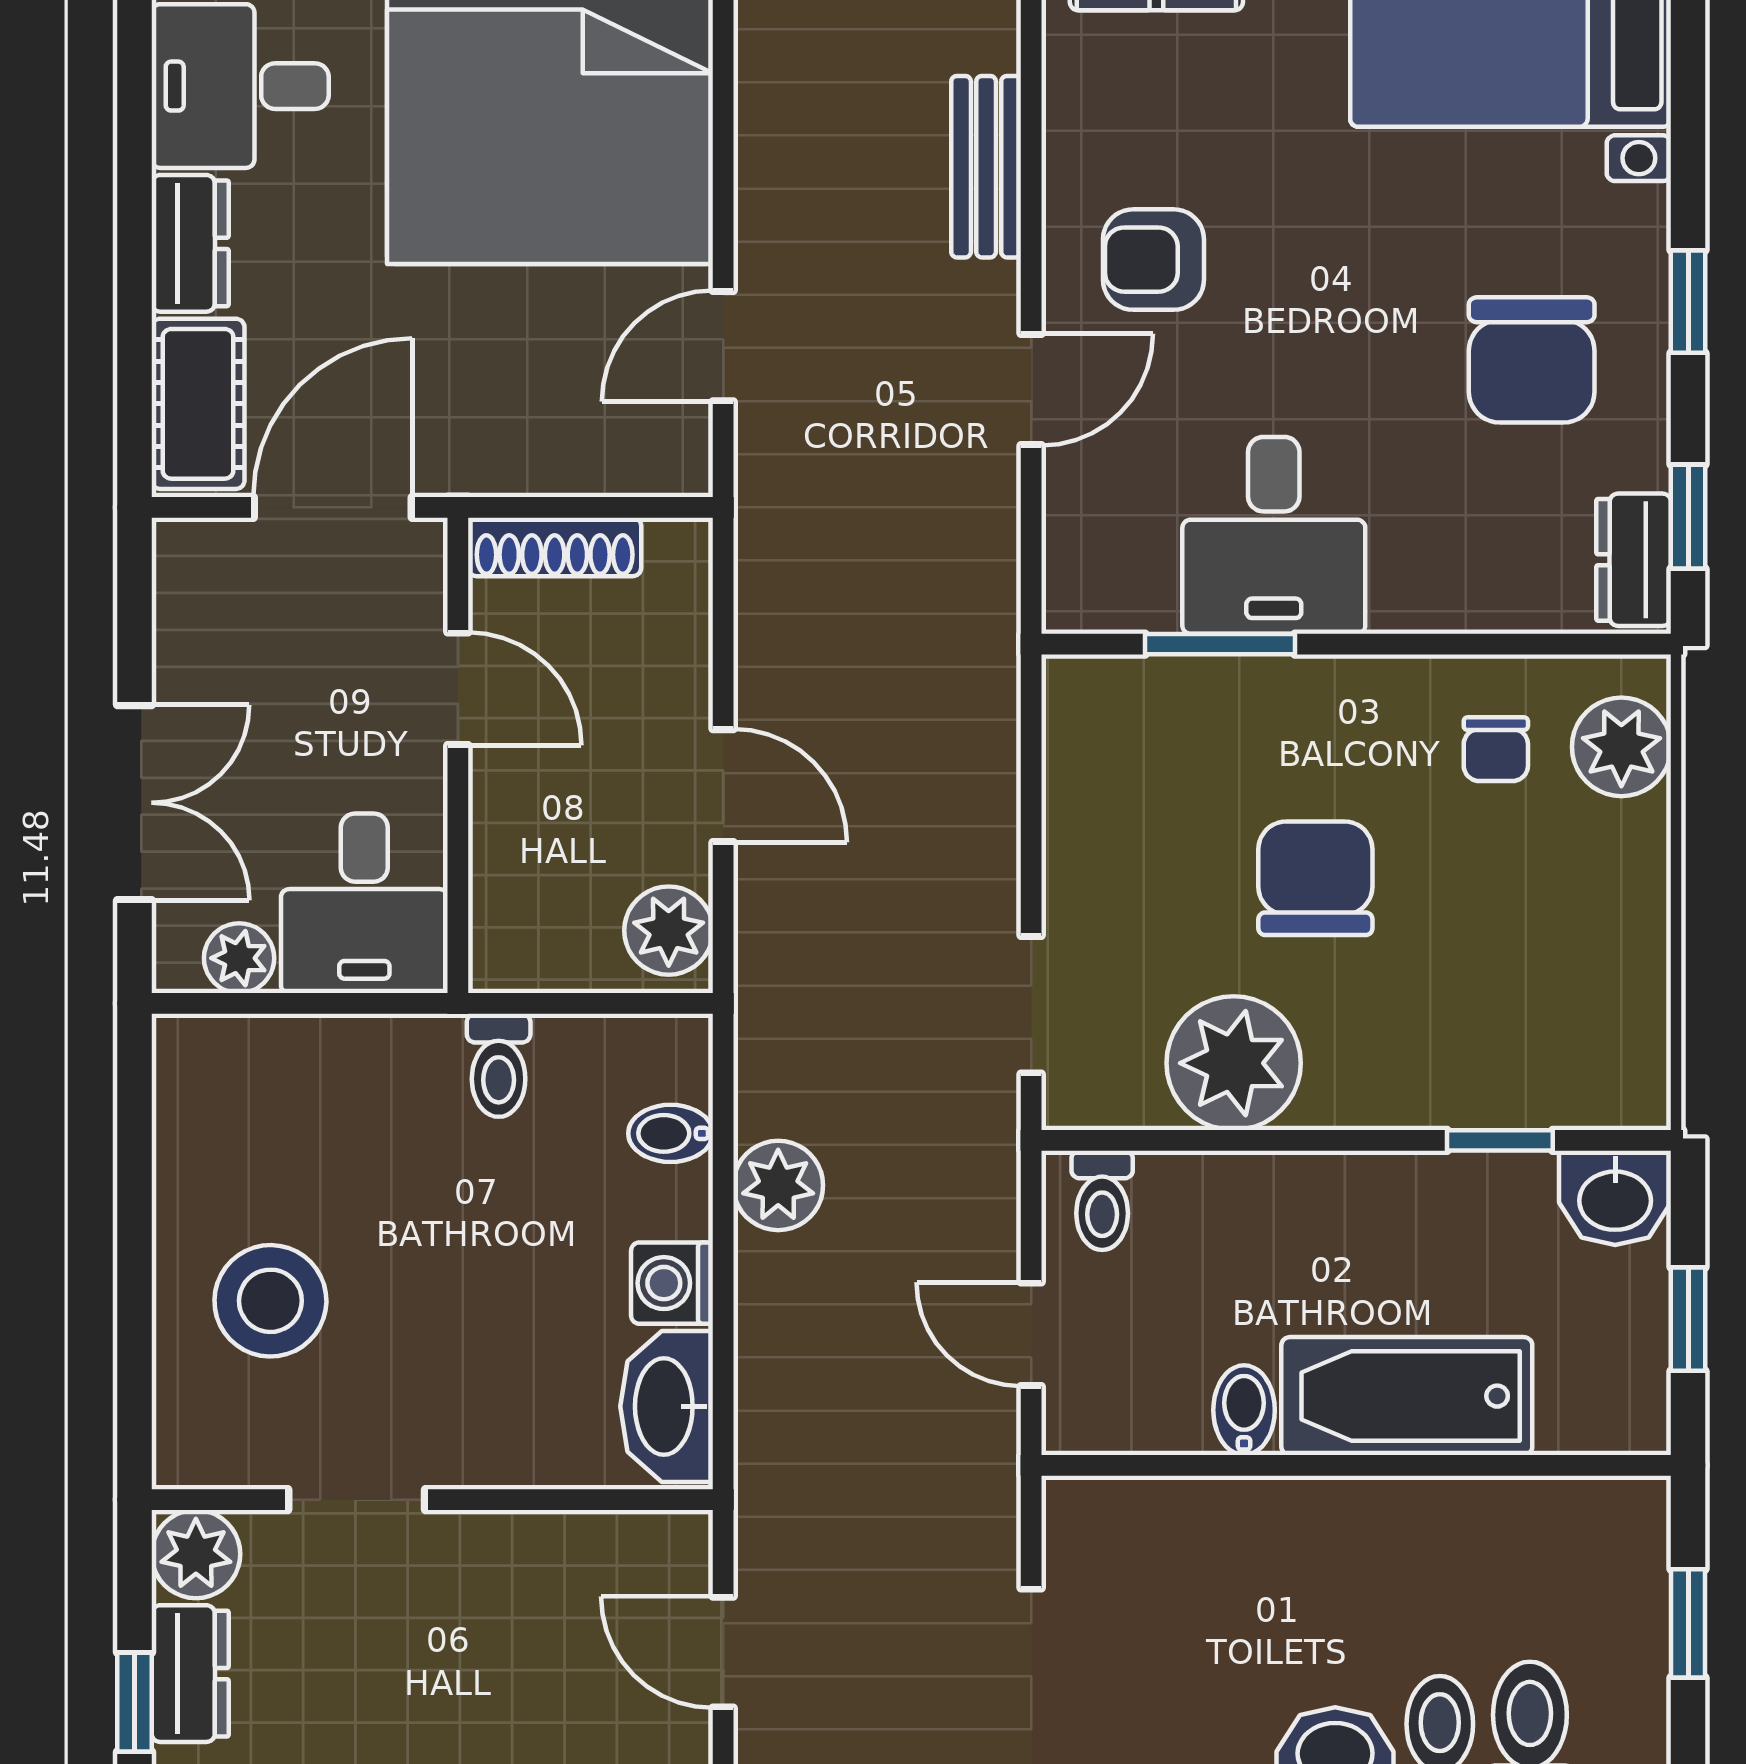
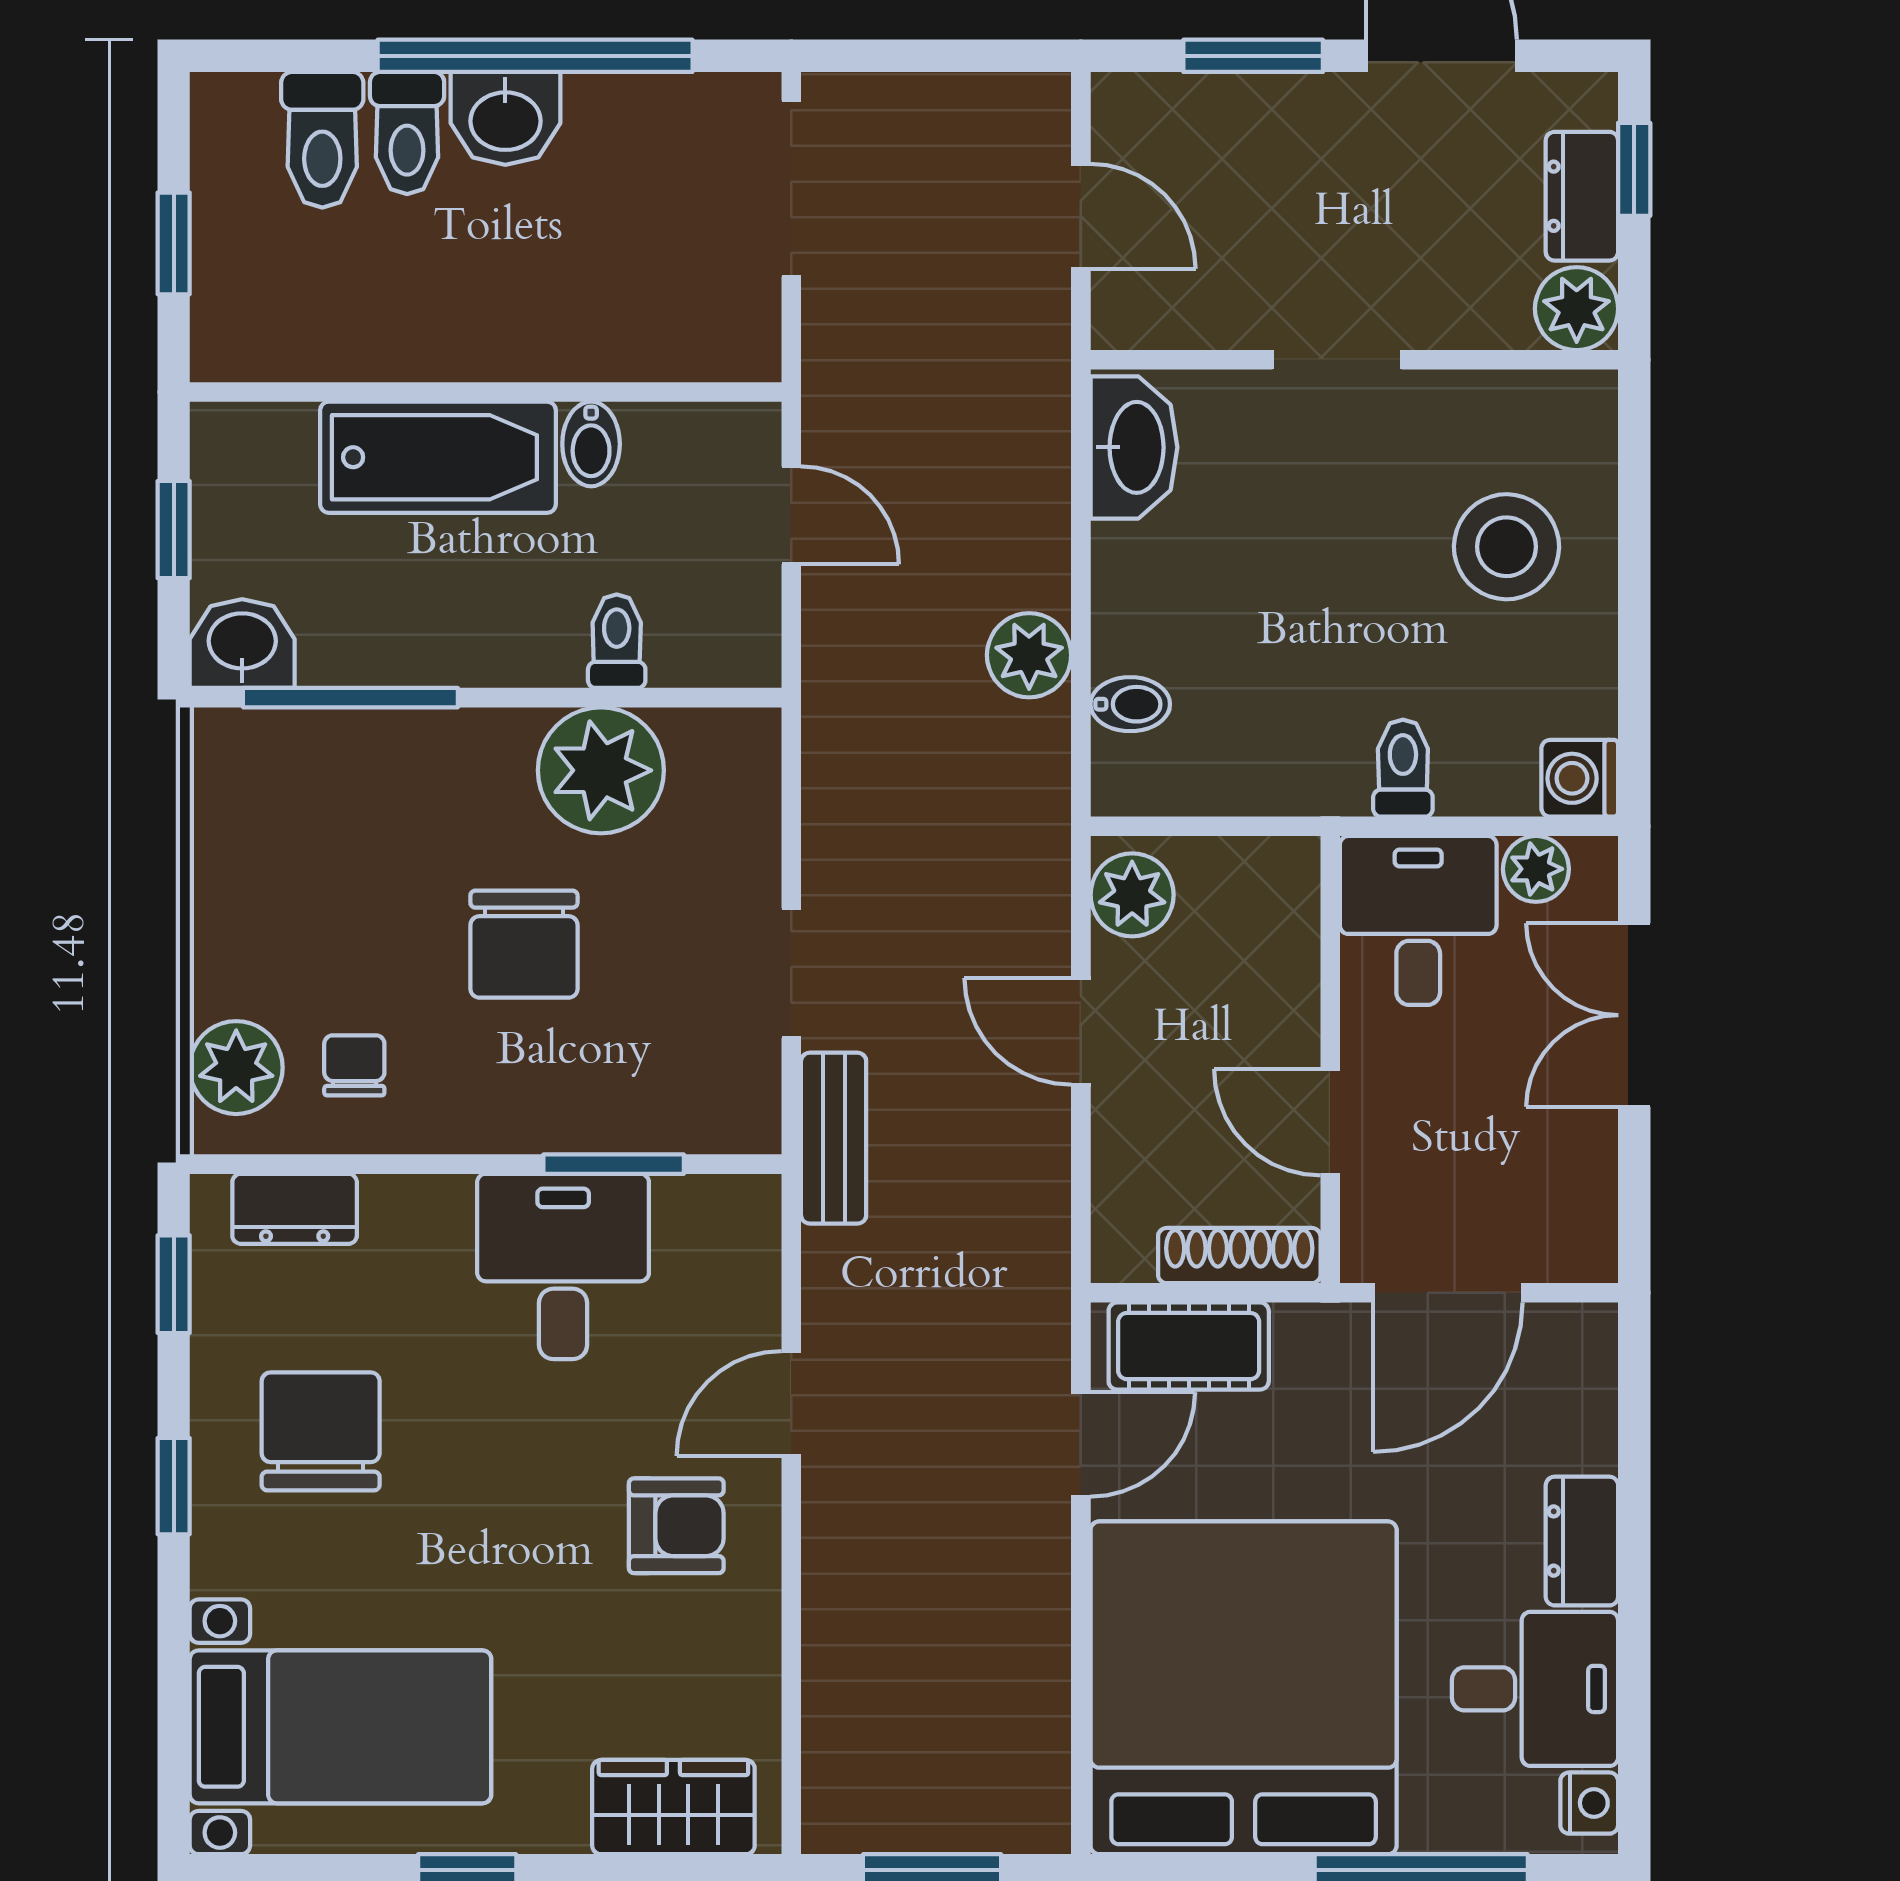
bench: (986, 167) -> (834, 1138), moved
cot: (198, 404) -> (1189, 1346), moved, turned 90
dresser: (1634, 560) -> (295, 1209), moved, turned 90
doorway: (1031, 1005) -> (791, 973), moved
toilet: (499, 1065) -> (1403, 768), moved
window: (1500, 1140) -> (350, 698), width x2.17
toilet: (1102, 1200) -> (617, 641), moved
washing machine: (672, 1283) -> (1580, 778), moved, turned 180
doorway: (357, 1500) -> (1337, 360), moved

